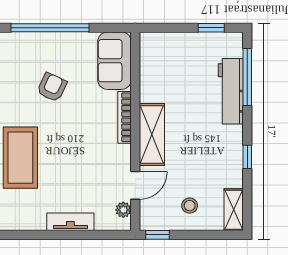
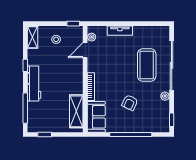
workbench: (231, 91) -> (34, 84), moved
shelving: (152, 134) -> (76, 111), moved

